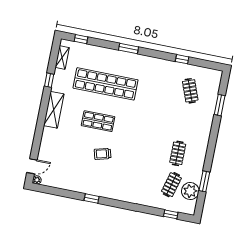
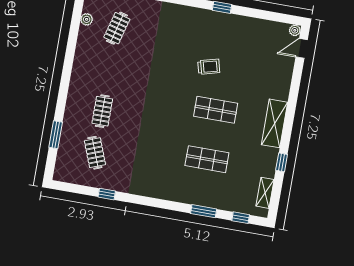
window: (129, 49) -> (204, 211), moved
shop shelf: (106, 84) -> (207, 159), width x0.50, depth x0.74
clothes rail: (178, 153) -> (102, 111), moved
window: (204, 181) -> (74, 33), removed
plant: (190, 191) -> (87, 19), width x0.53, depth x0.53

